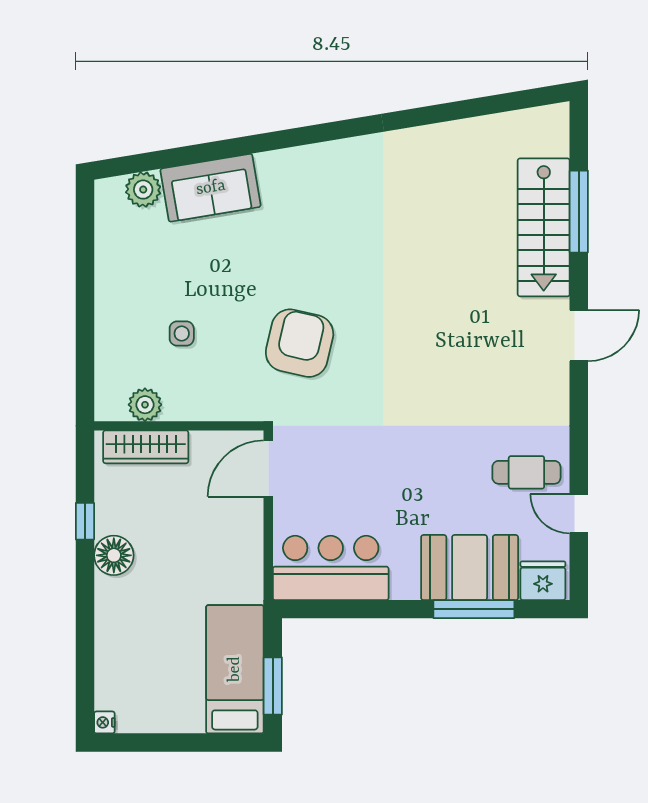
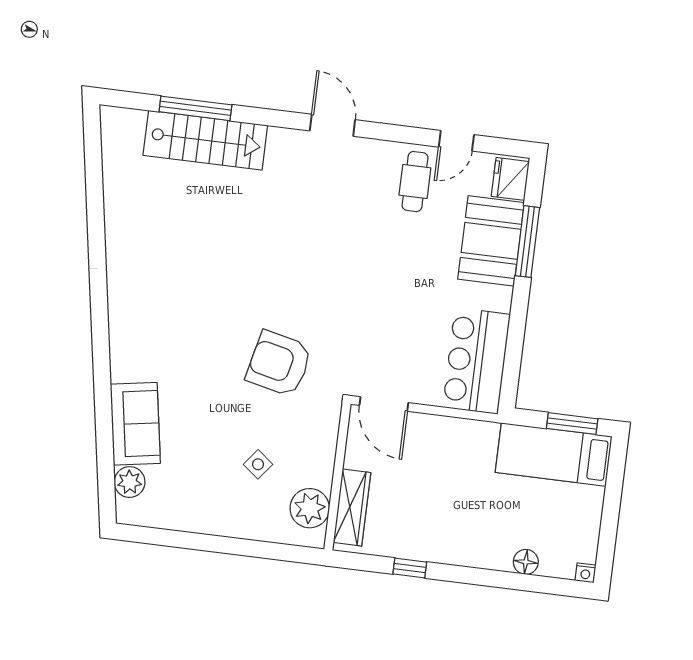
side table: (182, 334) -> (258, 464), turned 38
door: (579, 336) -> (332, 125), moved
plant: (145, 405) -> (310, 508), width x1.36, depth x1.36
floor lamp: (114, 555) -> (526, 562), moved, width x0.73, depth x0.73

